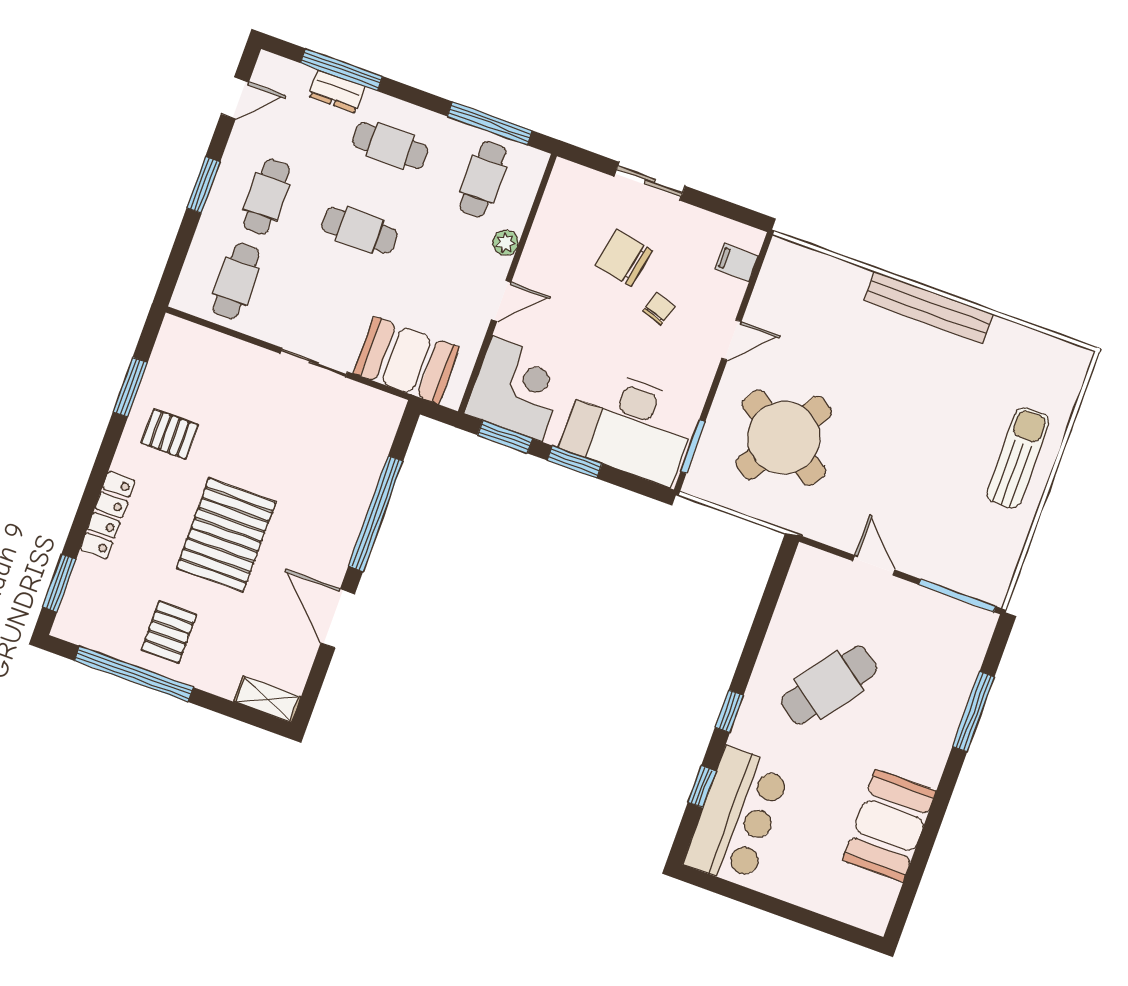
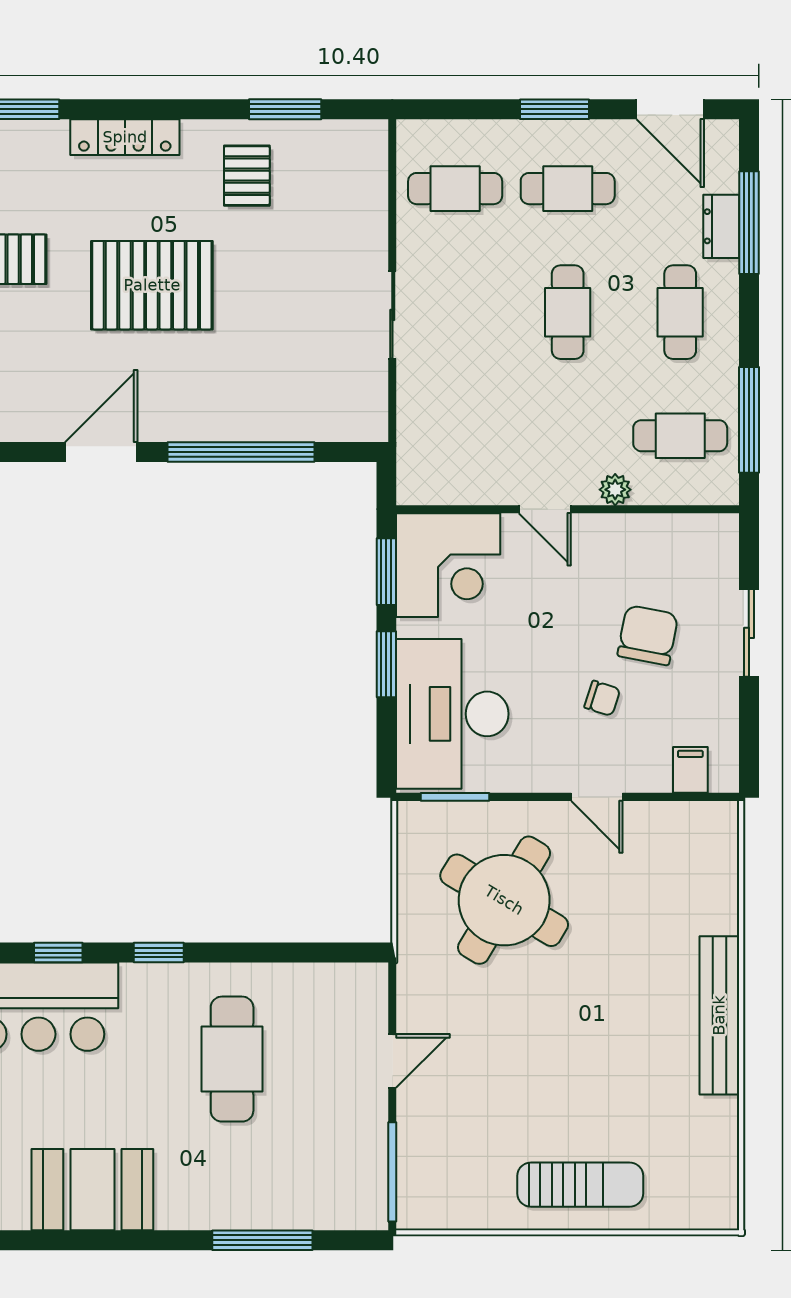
door: (235, 98) -> (670, 109), width x1.38
booth: (406, 360) -> (434, 423), removed
cafe table: (829, 685) -> (232, 1059), turned 54

